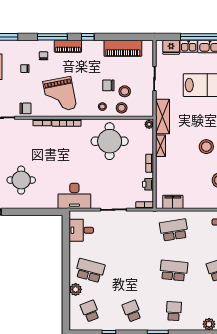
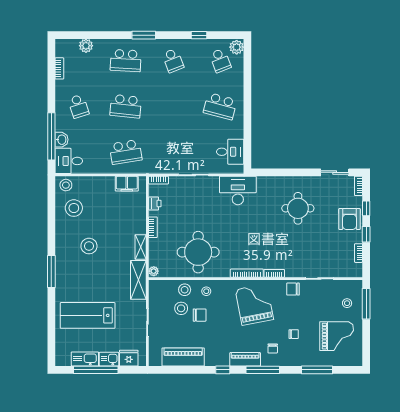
plant: (76, 289) -> (237, 47), moved
school desk: (174, 311) -> (126, 60), width x1.85

